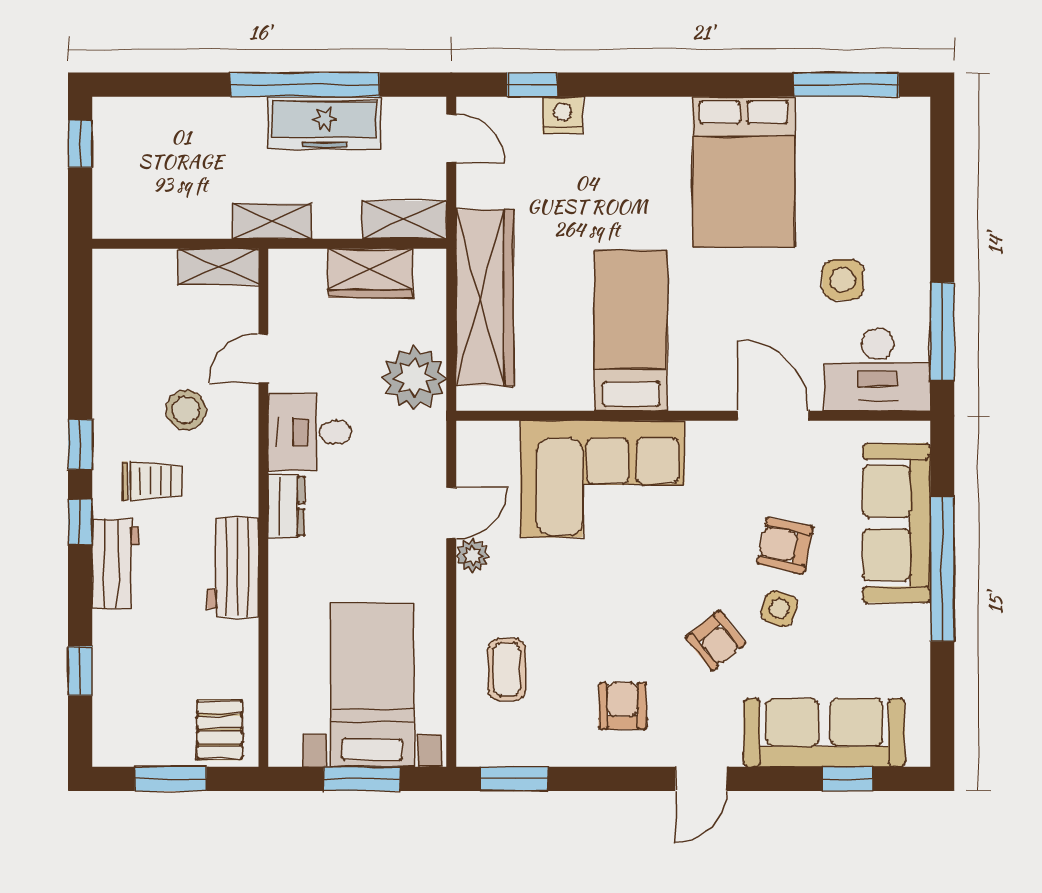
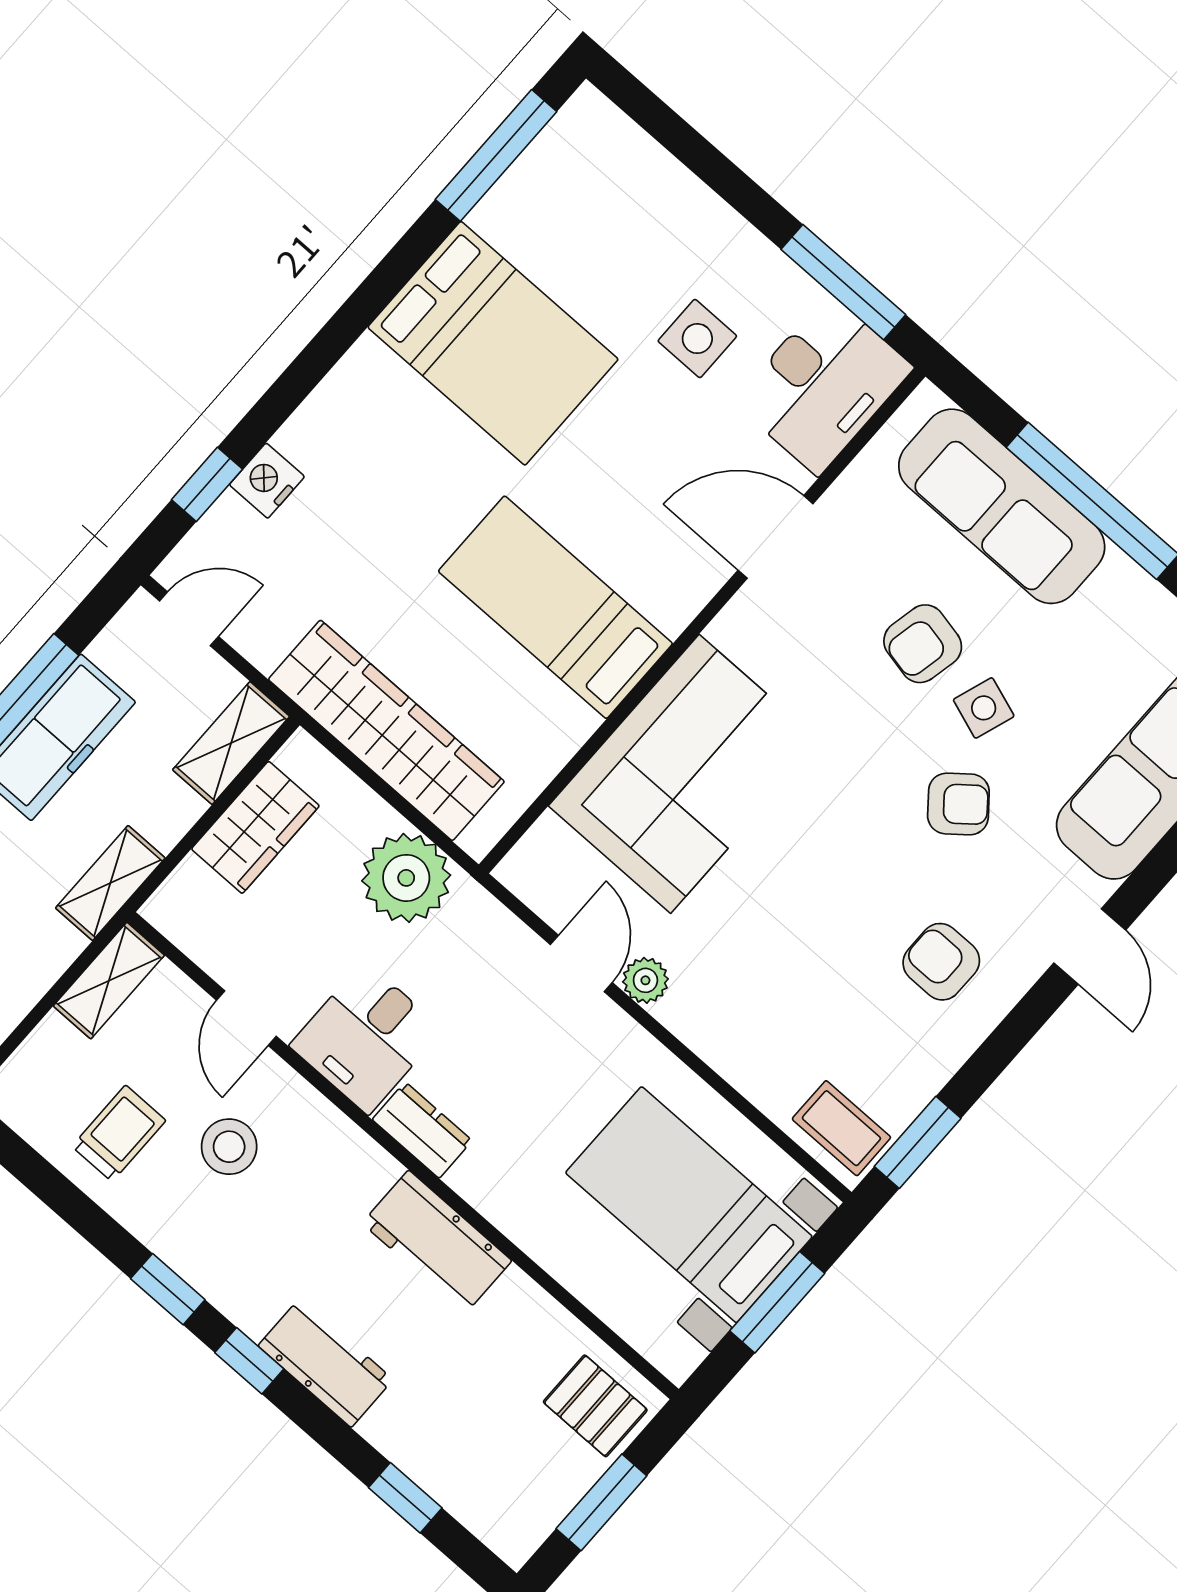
trolley: (152, 481) -> (119, 1133), moved
coffee table: (507, 670) -> (841, 1128), moved

